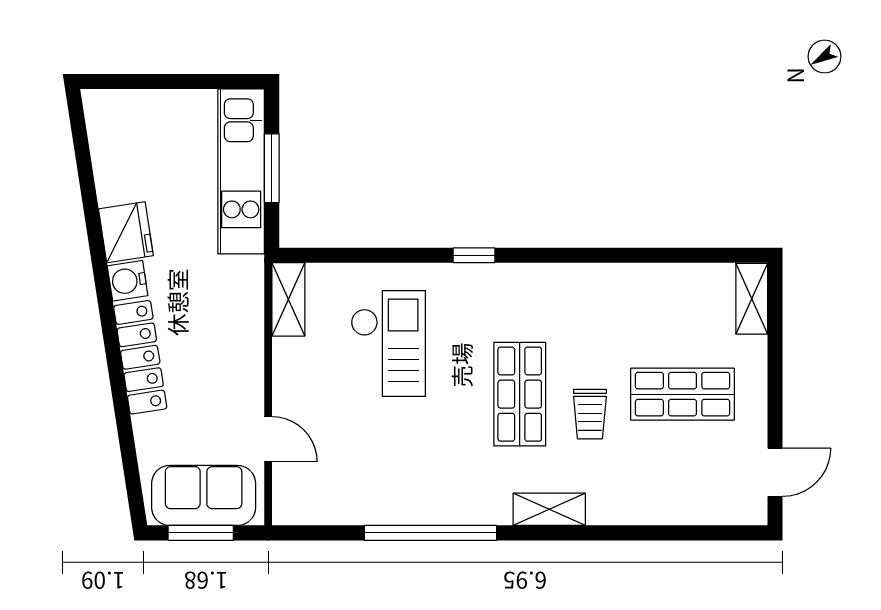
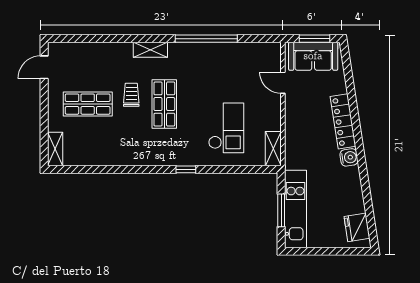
fridge: (126, 232) -> (357, 227), moved
checkout: (388, 343) -> (226, 128), turned 180

